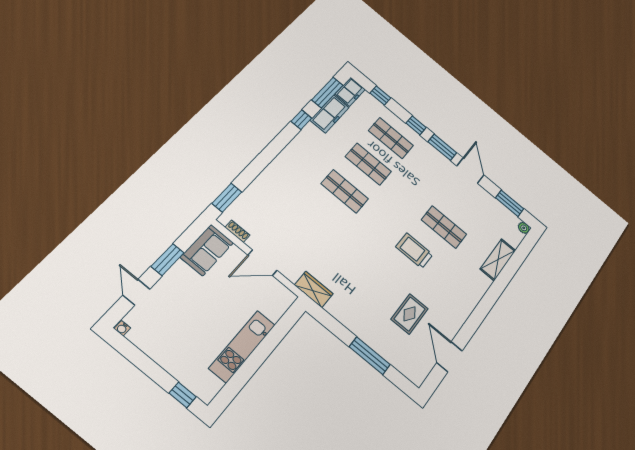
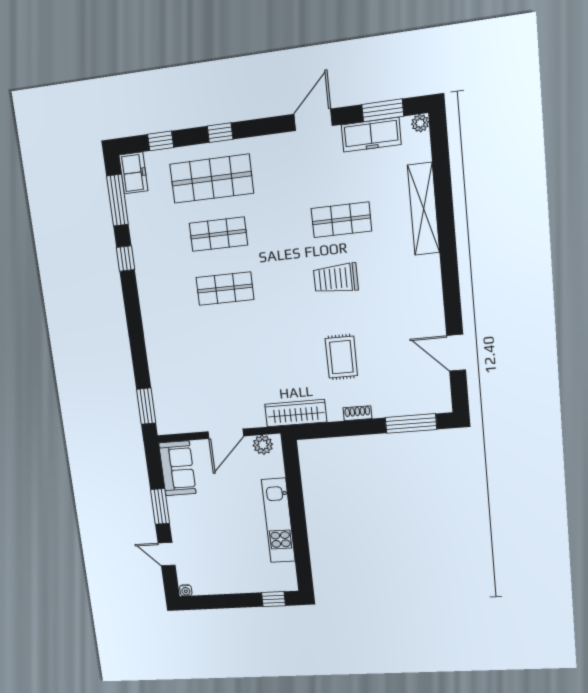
freezer: (330, 114) -> (371, 135), moved, turned 90
shop shelf: (391, 138) -> (212, 179), width x1.43, depth x1.36
window: (442, 147) -> (265, 127), removed
door: (470, 171) -> (313, 120), hinge flipped
shoe rack: (237, 231) -> (357, 413), moved
shelving: (498, 260) -> (424, 209), width x1.47
wardrobe: (314, 289) -> (296, 413), width x1.50
plant: (280, 292) -> (263, 445), added
rug: (410, 314) -> (341, 357), moved
window: (370, 356) -> (411, 423), moved

